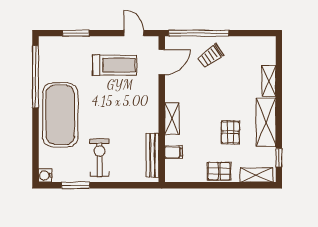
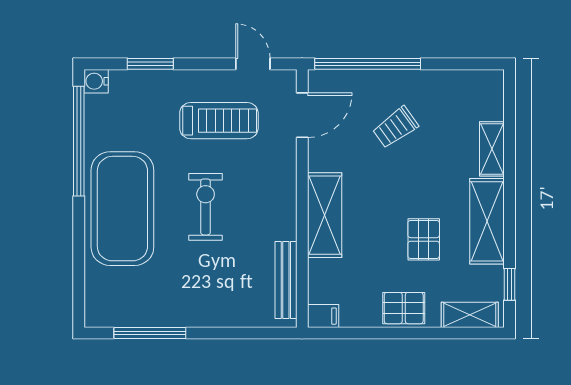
trolley: (211, 56) -> (395, 127), moved
shelving: (172, 119) -> (325, 215), width x1.50, depth x1.33
filing cabinet: (174, 152) -> (323, 316), moved
exercise bike: (100, 158) -> (206, 207), moved
water cooler: (45, 175) -> (96, 81), moved
window: (76, 185) -> (150, 333), width x1.44

